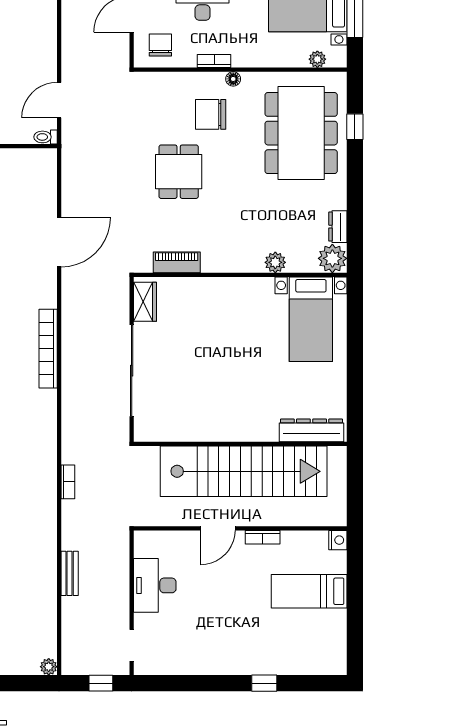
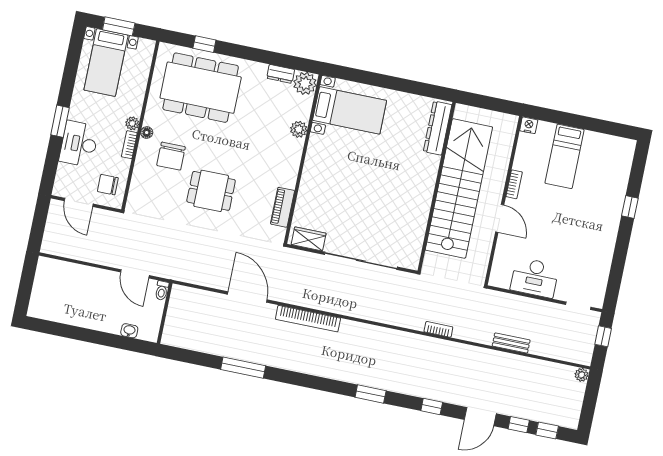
plant: (317, 59) -> (132, 123), moved
bookcase: (48, 349) -> (308, 319), moved

